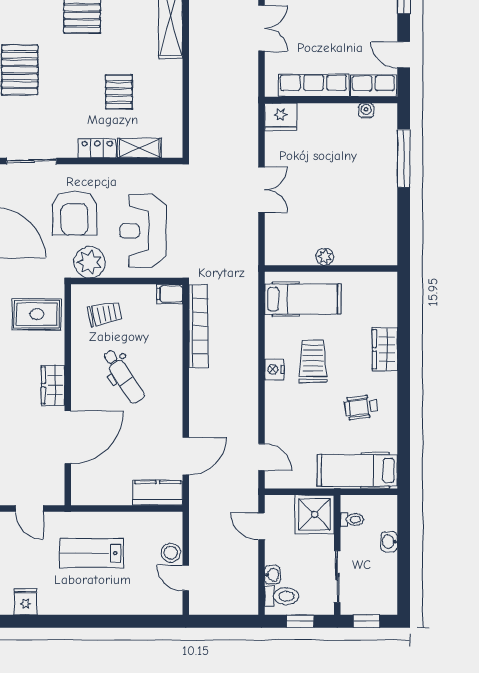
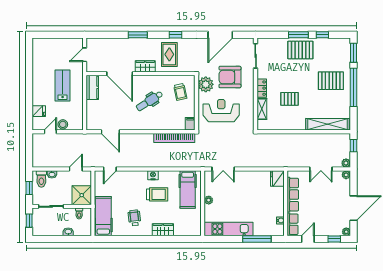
double door: (262, 190) -> (223, 169), moved
kitchen unit: (383, 216) -> (229, 229), added
rug: (37, 314) -> (169, 54), moved
kitchen counter: (158, 493) -> (92, 87), moved
fridge: (26, 602) -> (39, 111), moved

